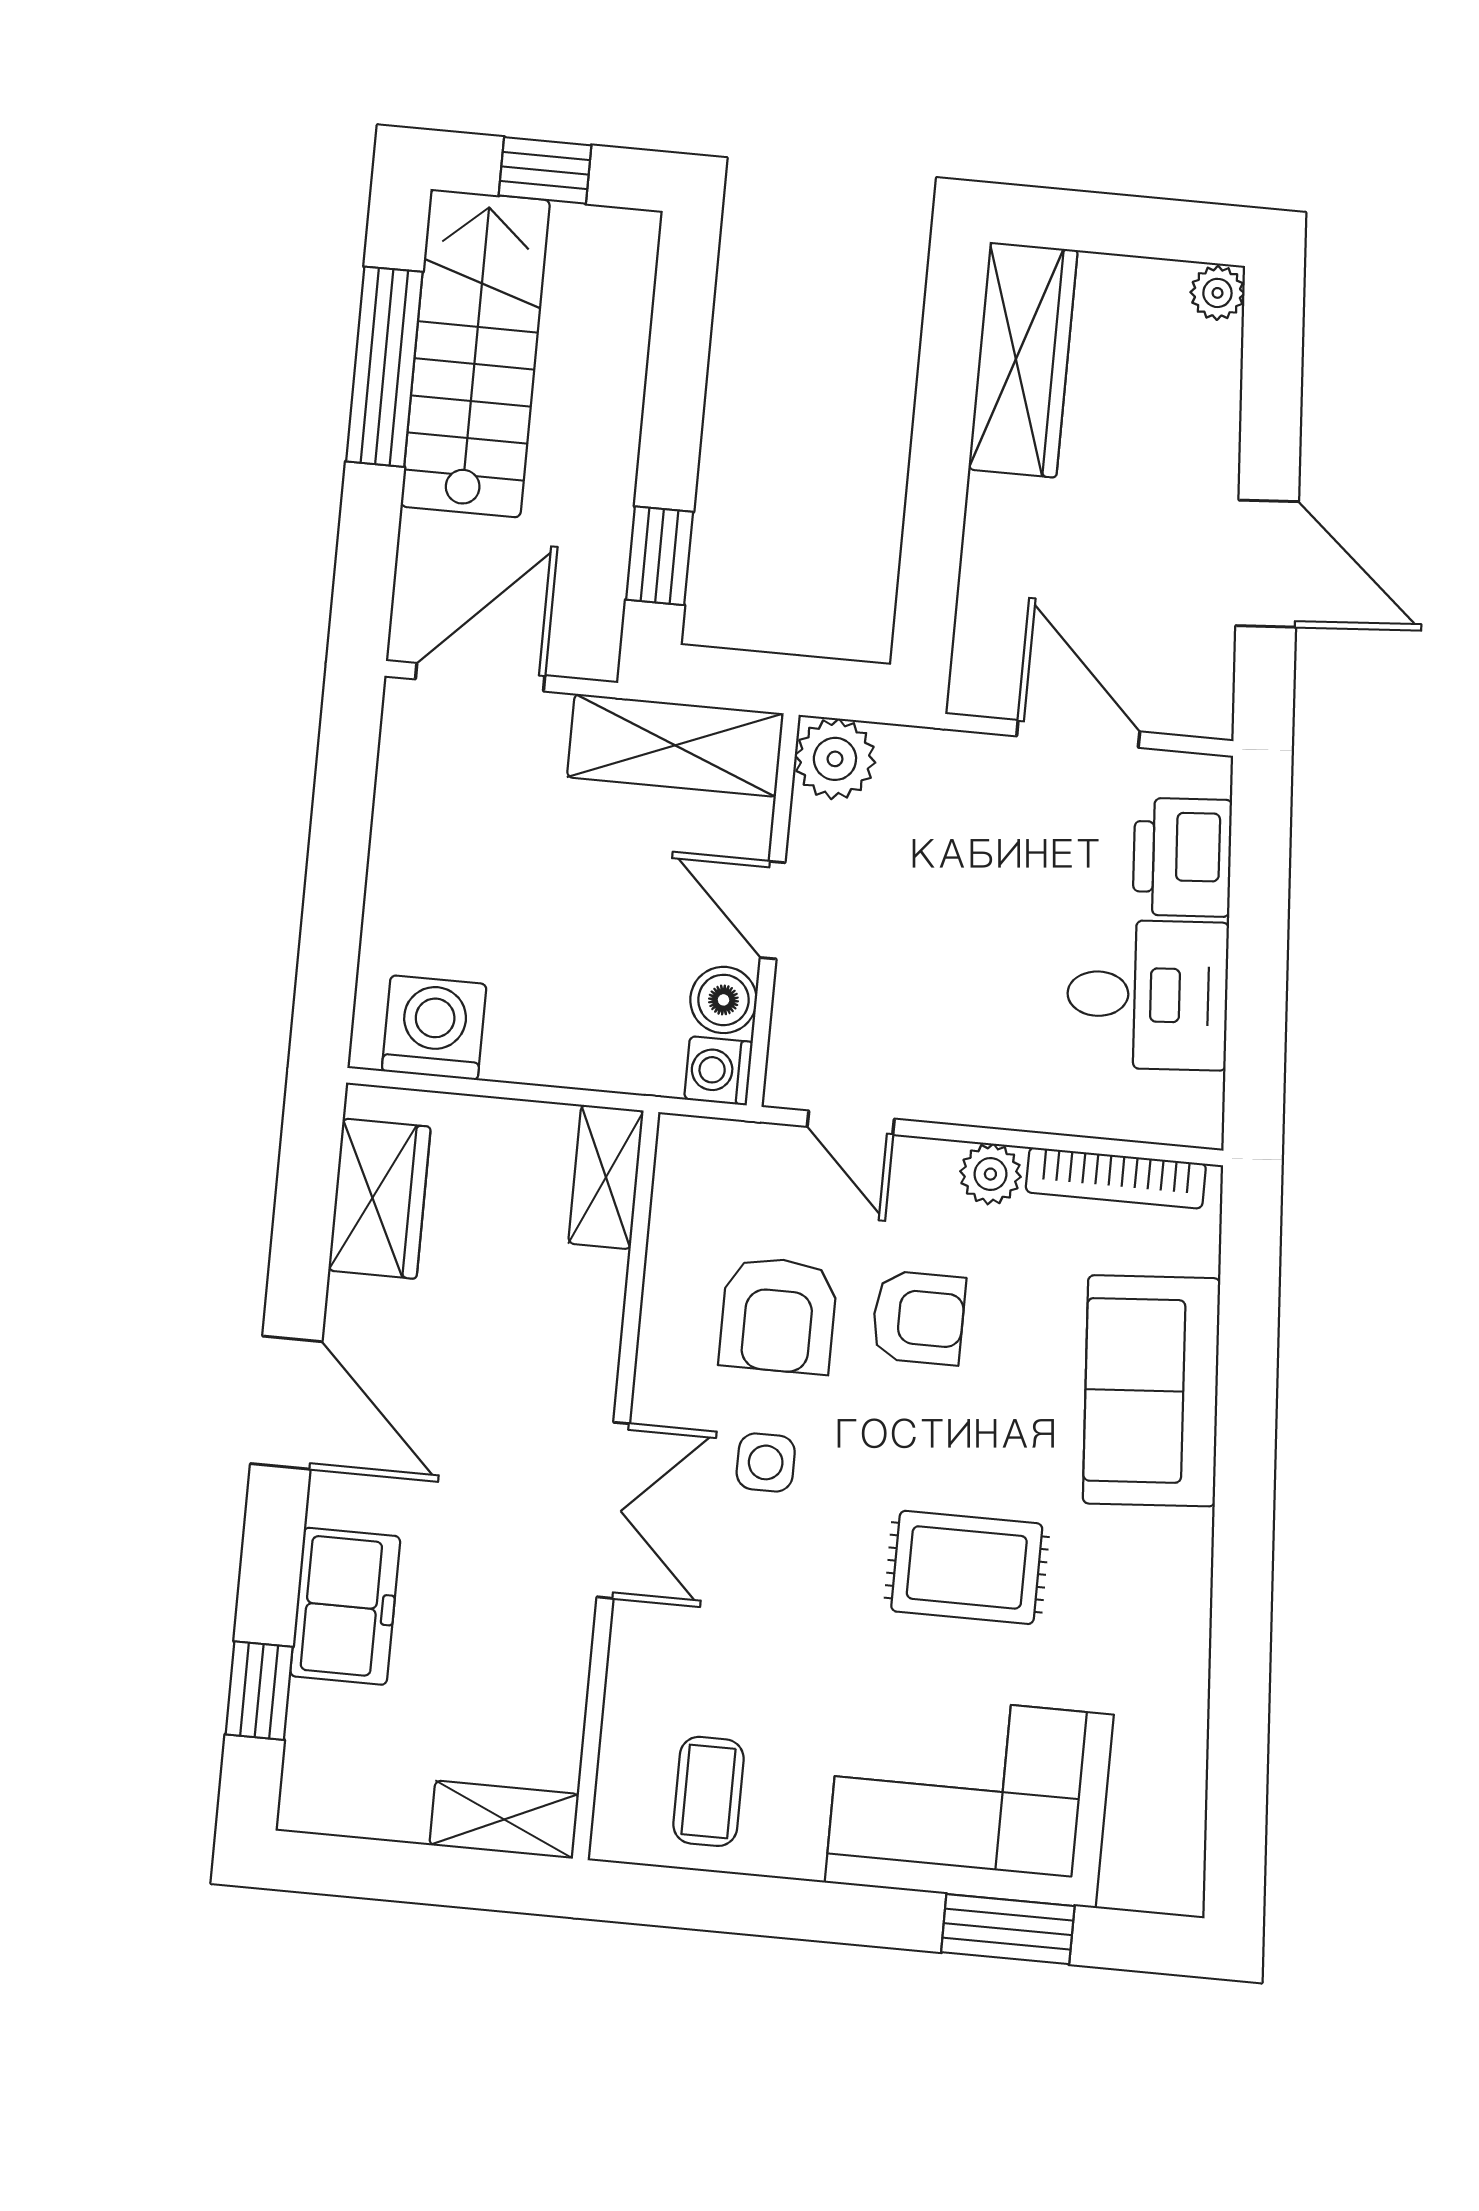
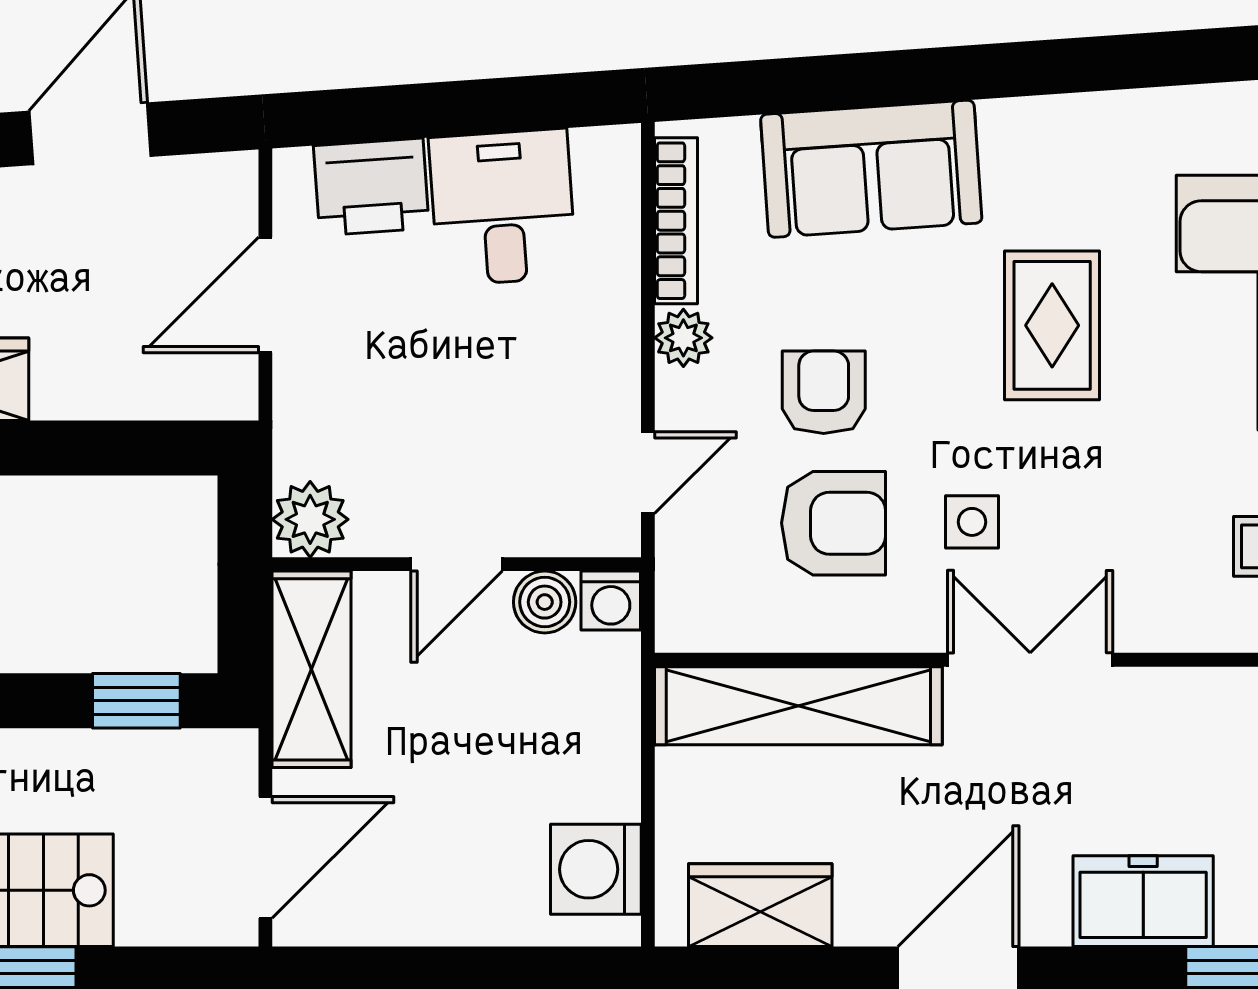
door: (480, 677) -> (265, 857), swing flipped
shelving: (606, 1177) -> (798, 706), width x2.20, depth x1.33

